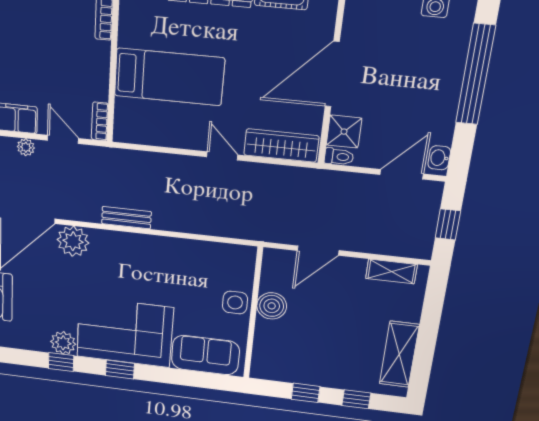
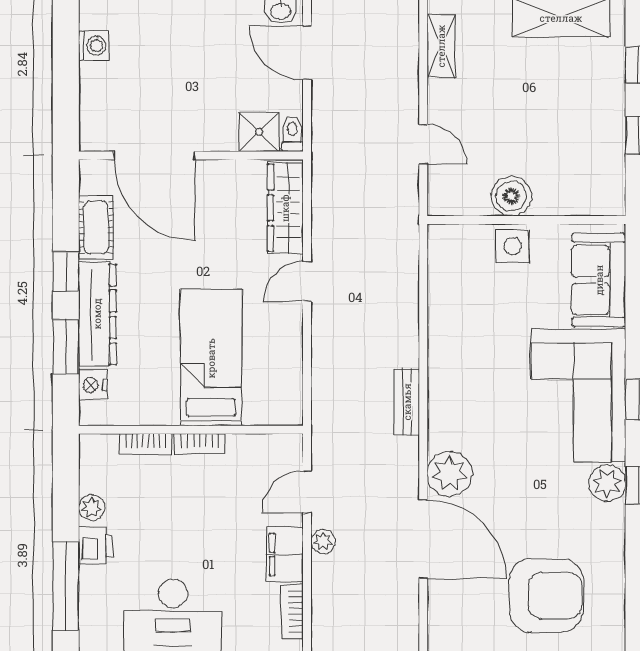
door: (332, 74) -> (154, 156), moved
bookcase: (100, 121) -> (200, 444), moved
door: (318, 251) -> (423, 144), width x0.73

